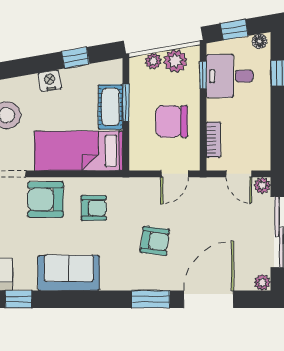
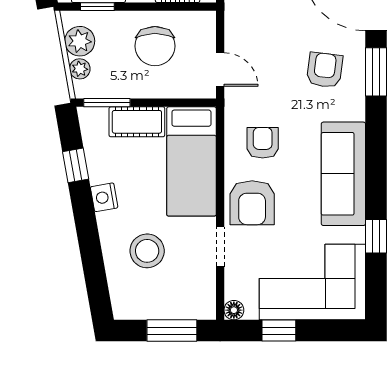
window: (126, 103) -> (107, 103), moved
door: (174, 174) -> (220, 70), moved
armchair: (155, 241) -> (325, 70), moved
sofa: (69, 273) -> (343, 174), width x1.36

